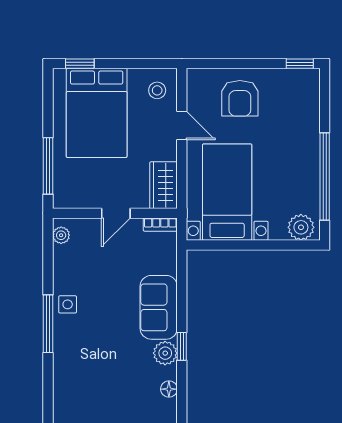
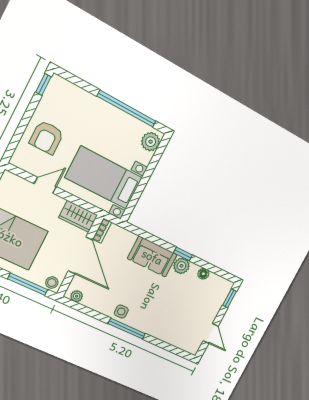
stool: (157, 90) -> (52, 283), moved
armchair: (240, 98) -> (47, 137), turned 90
door: (116, 213) -> (80, 255), width x1.88

